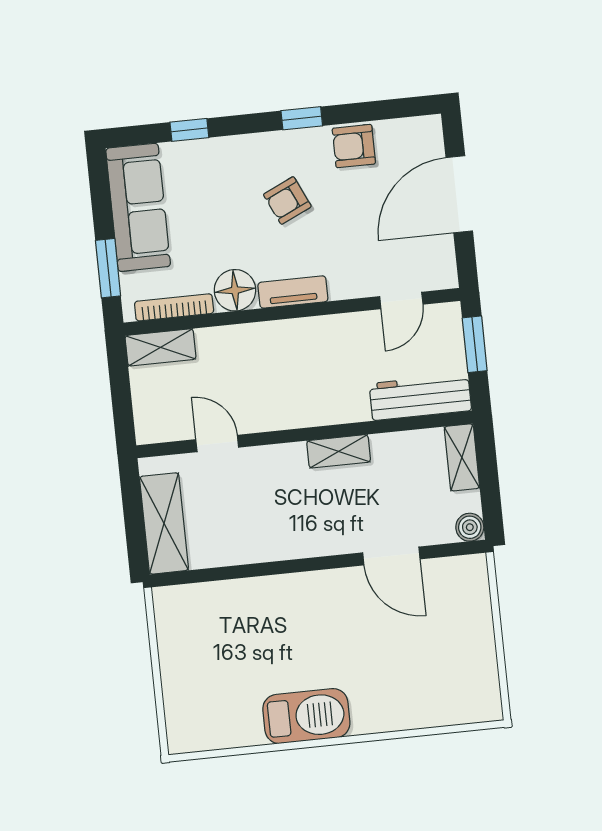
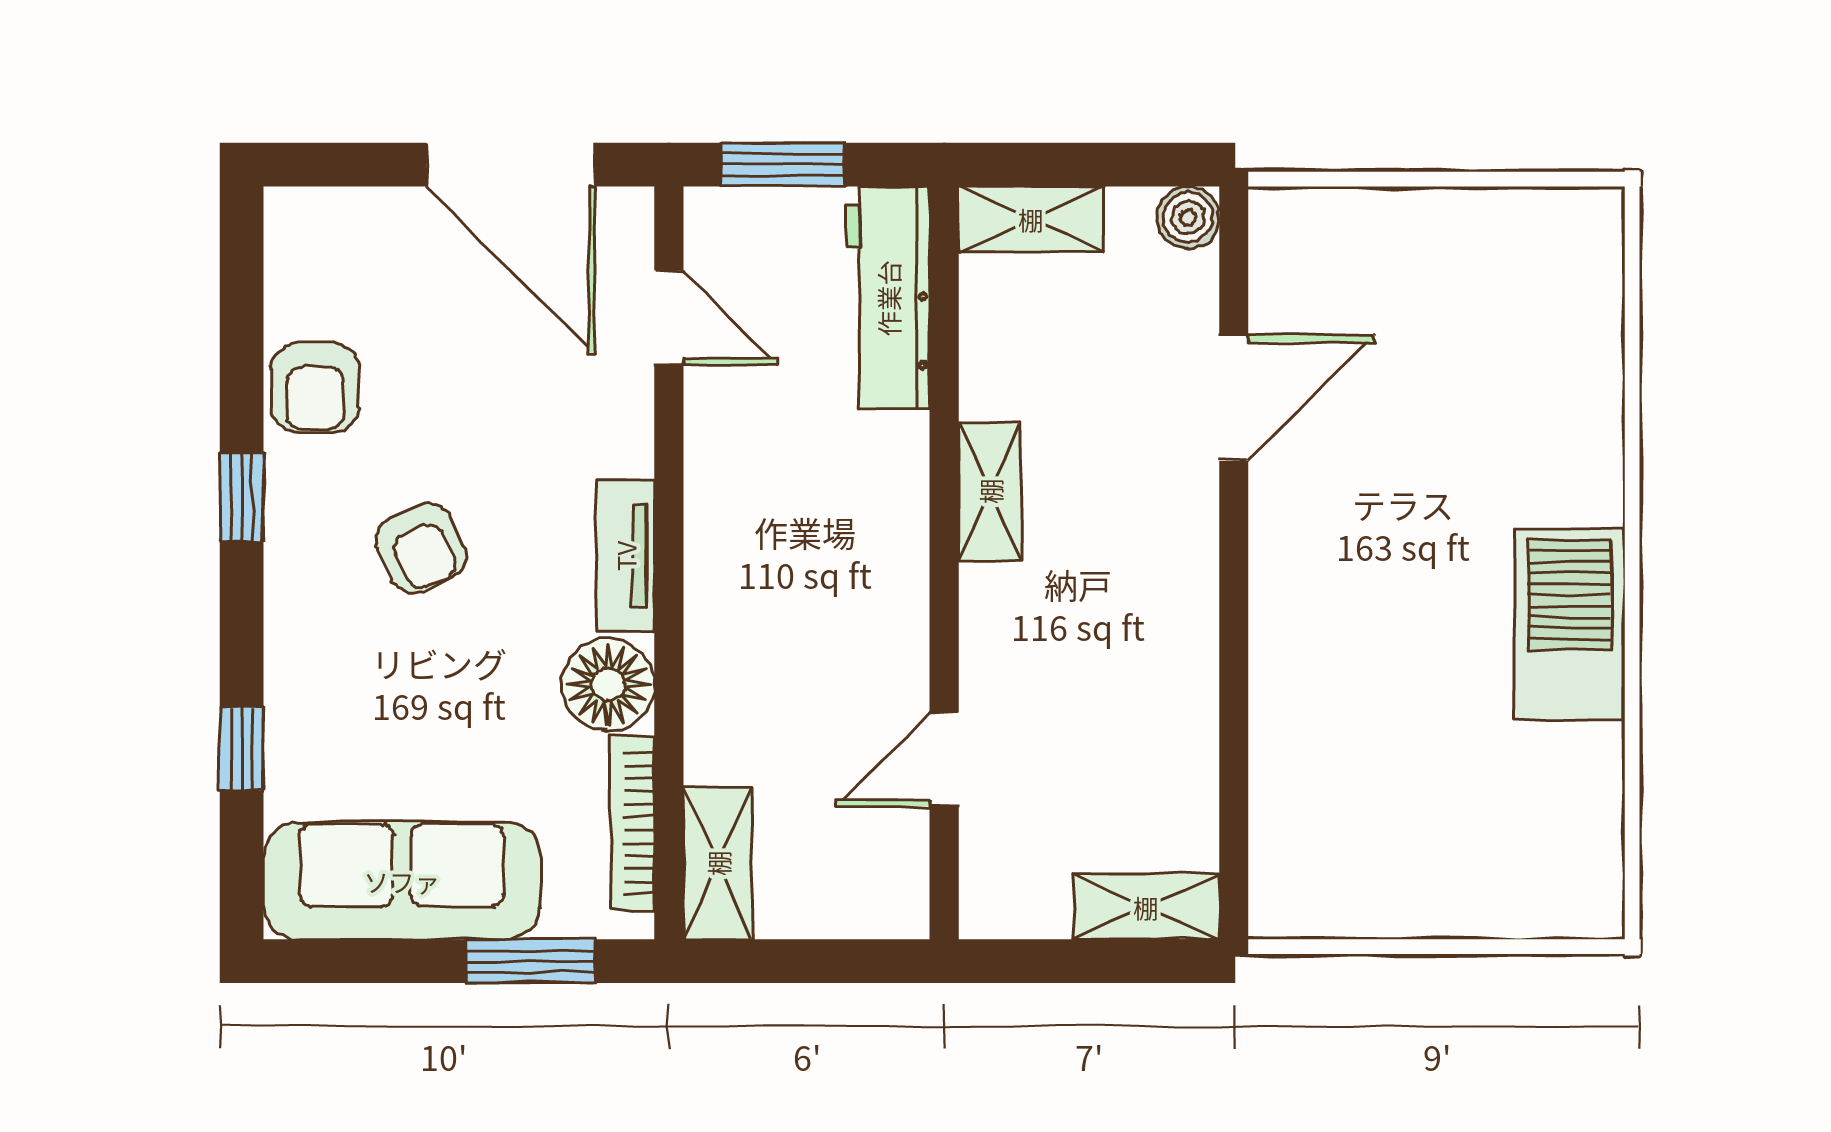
door: (459, 194) -> (511, 165), moved
shelving: (164, 523) -> (1146, 907), width x0.67, depth x0.75

